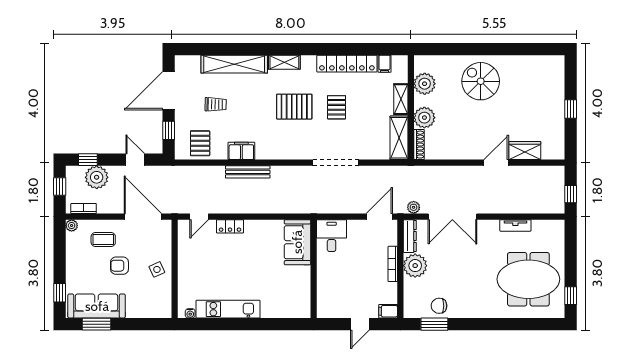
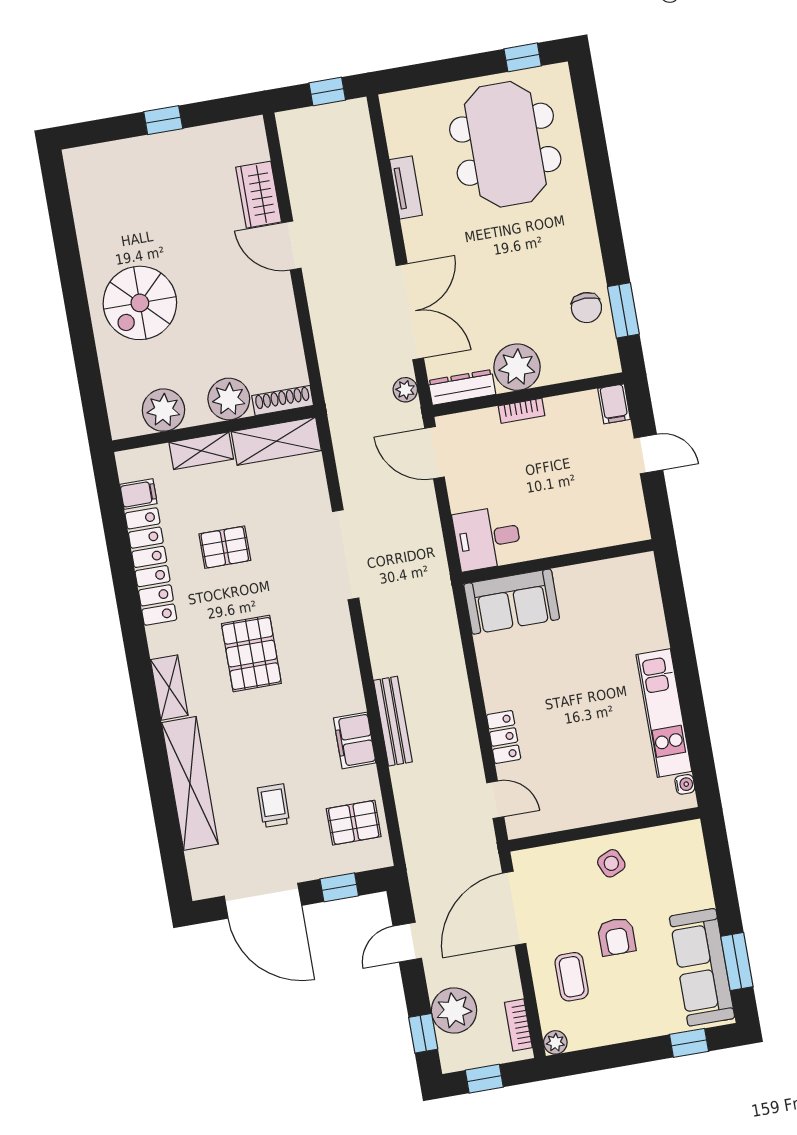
pallet: (337, 107) -> (225, 547), moved
bookcase: (393, 264) -> (521, 411), width x0.64

